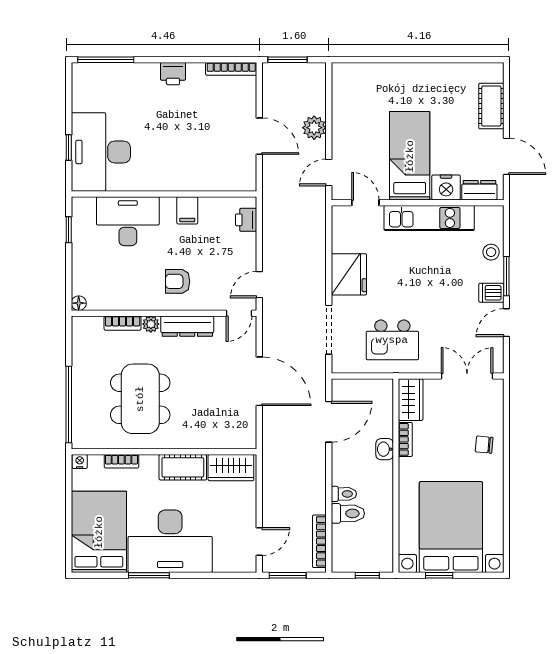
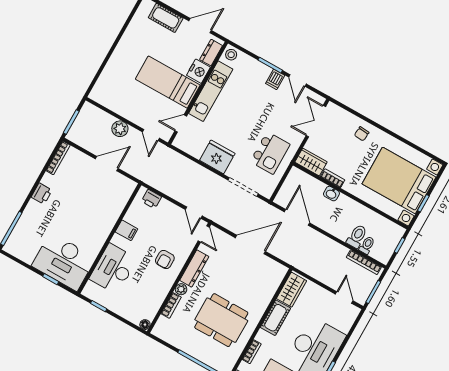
stool: (491, 252) -> (231, 55), moved
toilet: (344, 494) -> (367, 245), moved

